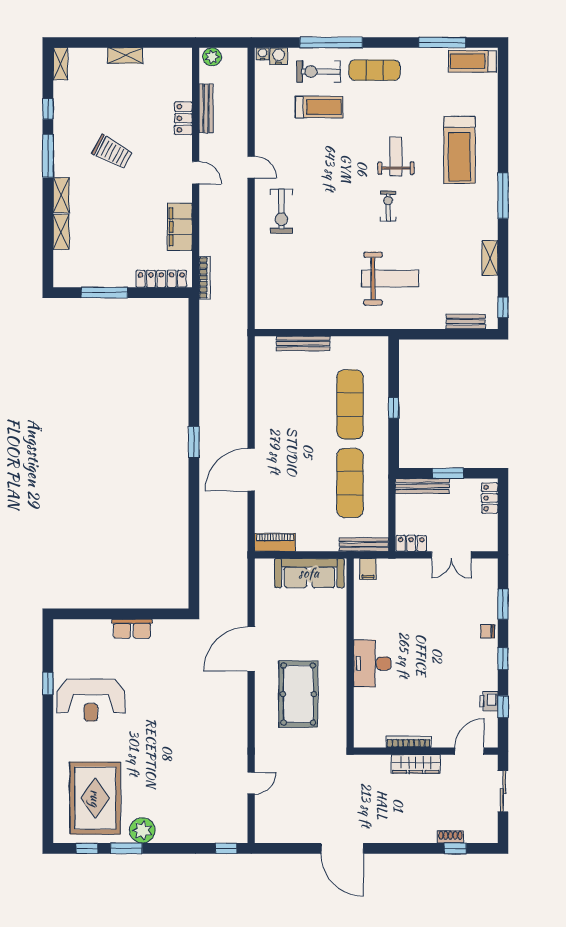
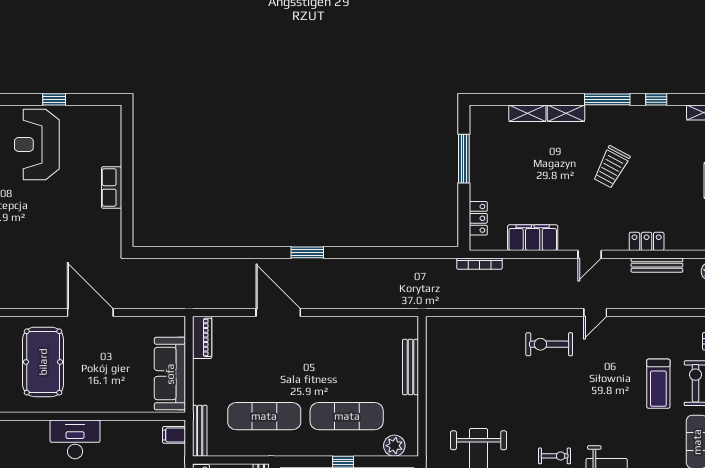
locker: (161, 279) -> (478, 218), width x0.66
plant: (378, 359) -> (394, 446), added
pool table: (298, 694) -> (43, 362), turned 90

